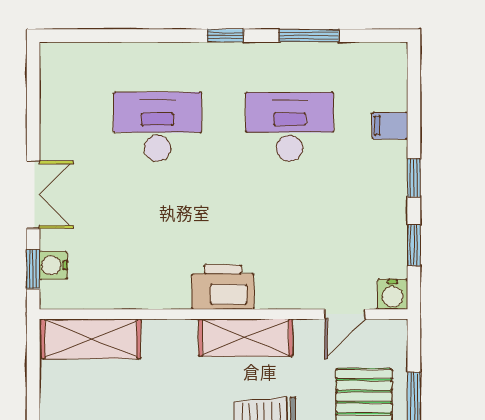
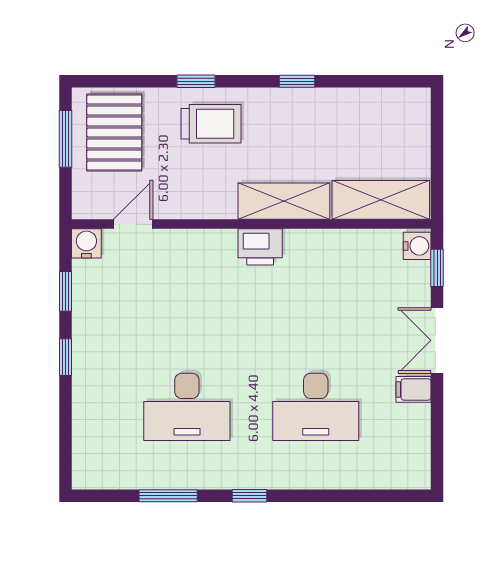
filing cabinet: (390, 126) -> (414, 389), moved, turned 180
water cooler: (53, 265) -> (417, 246), moved
printer: (223, 287) -> (260, 247), width x0.73, depth x0.84
shelving: (246, 338) -> (284, 201), moved

